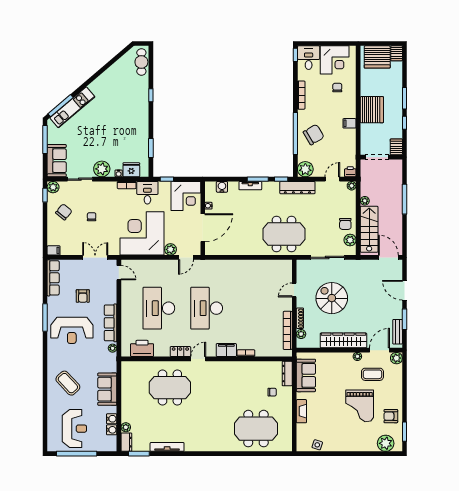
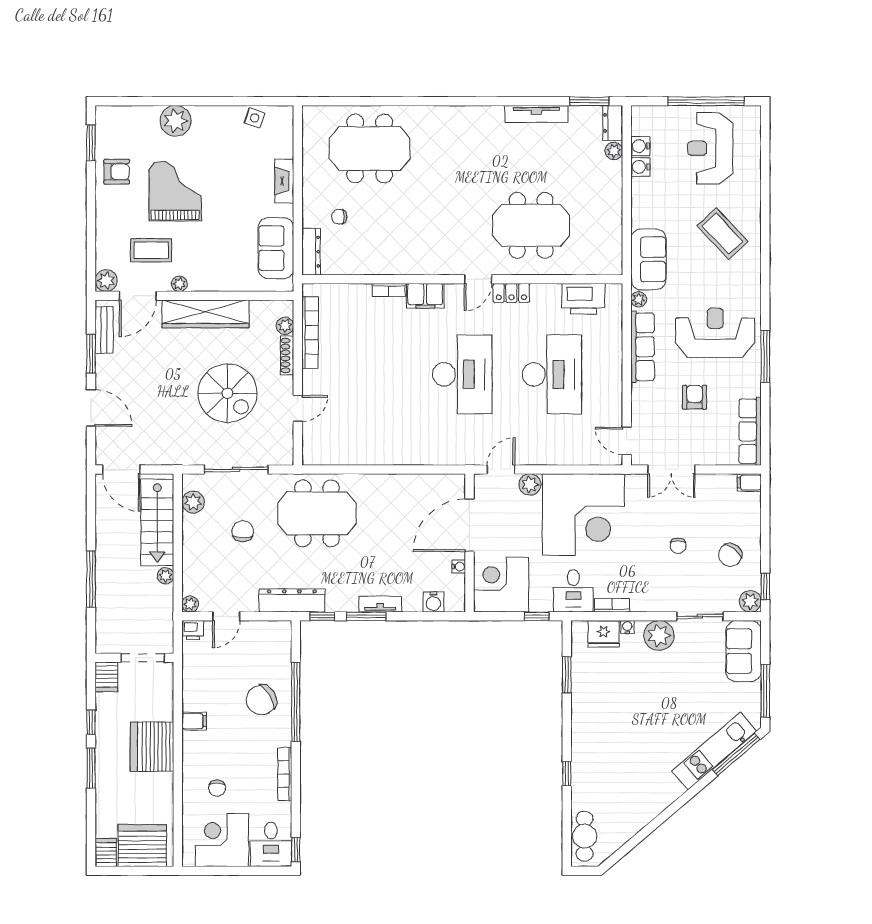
plant: (305, 169) -> (277, 635), removed
chair: (345, 224) -> (243, 531), moved
sofa: (107, 389) -> (649, 259), moved
plant: (386, 443) -> (176, 121), moved

